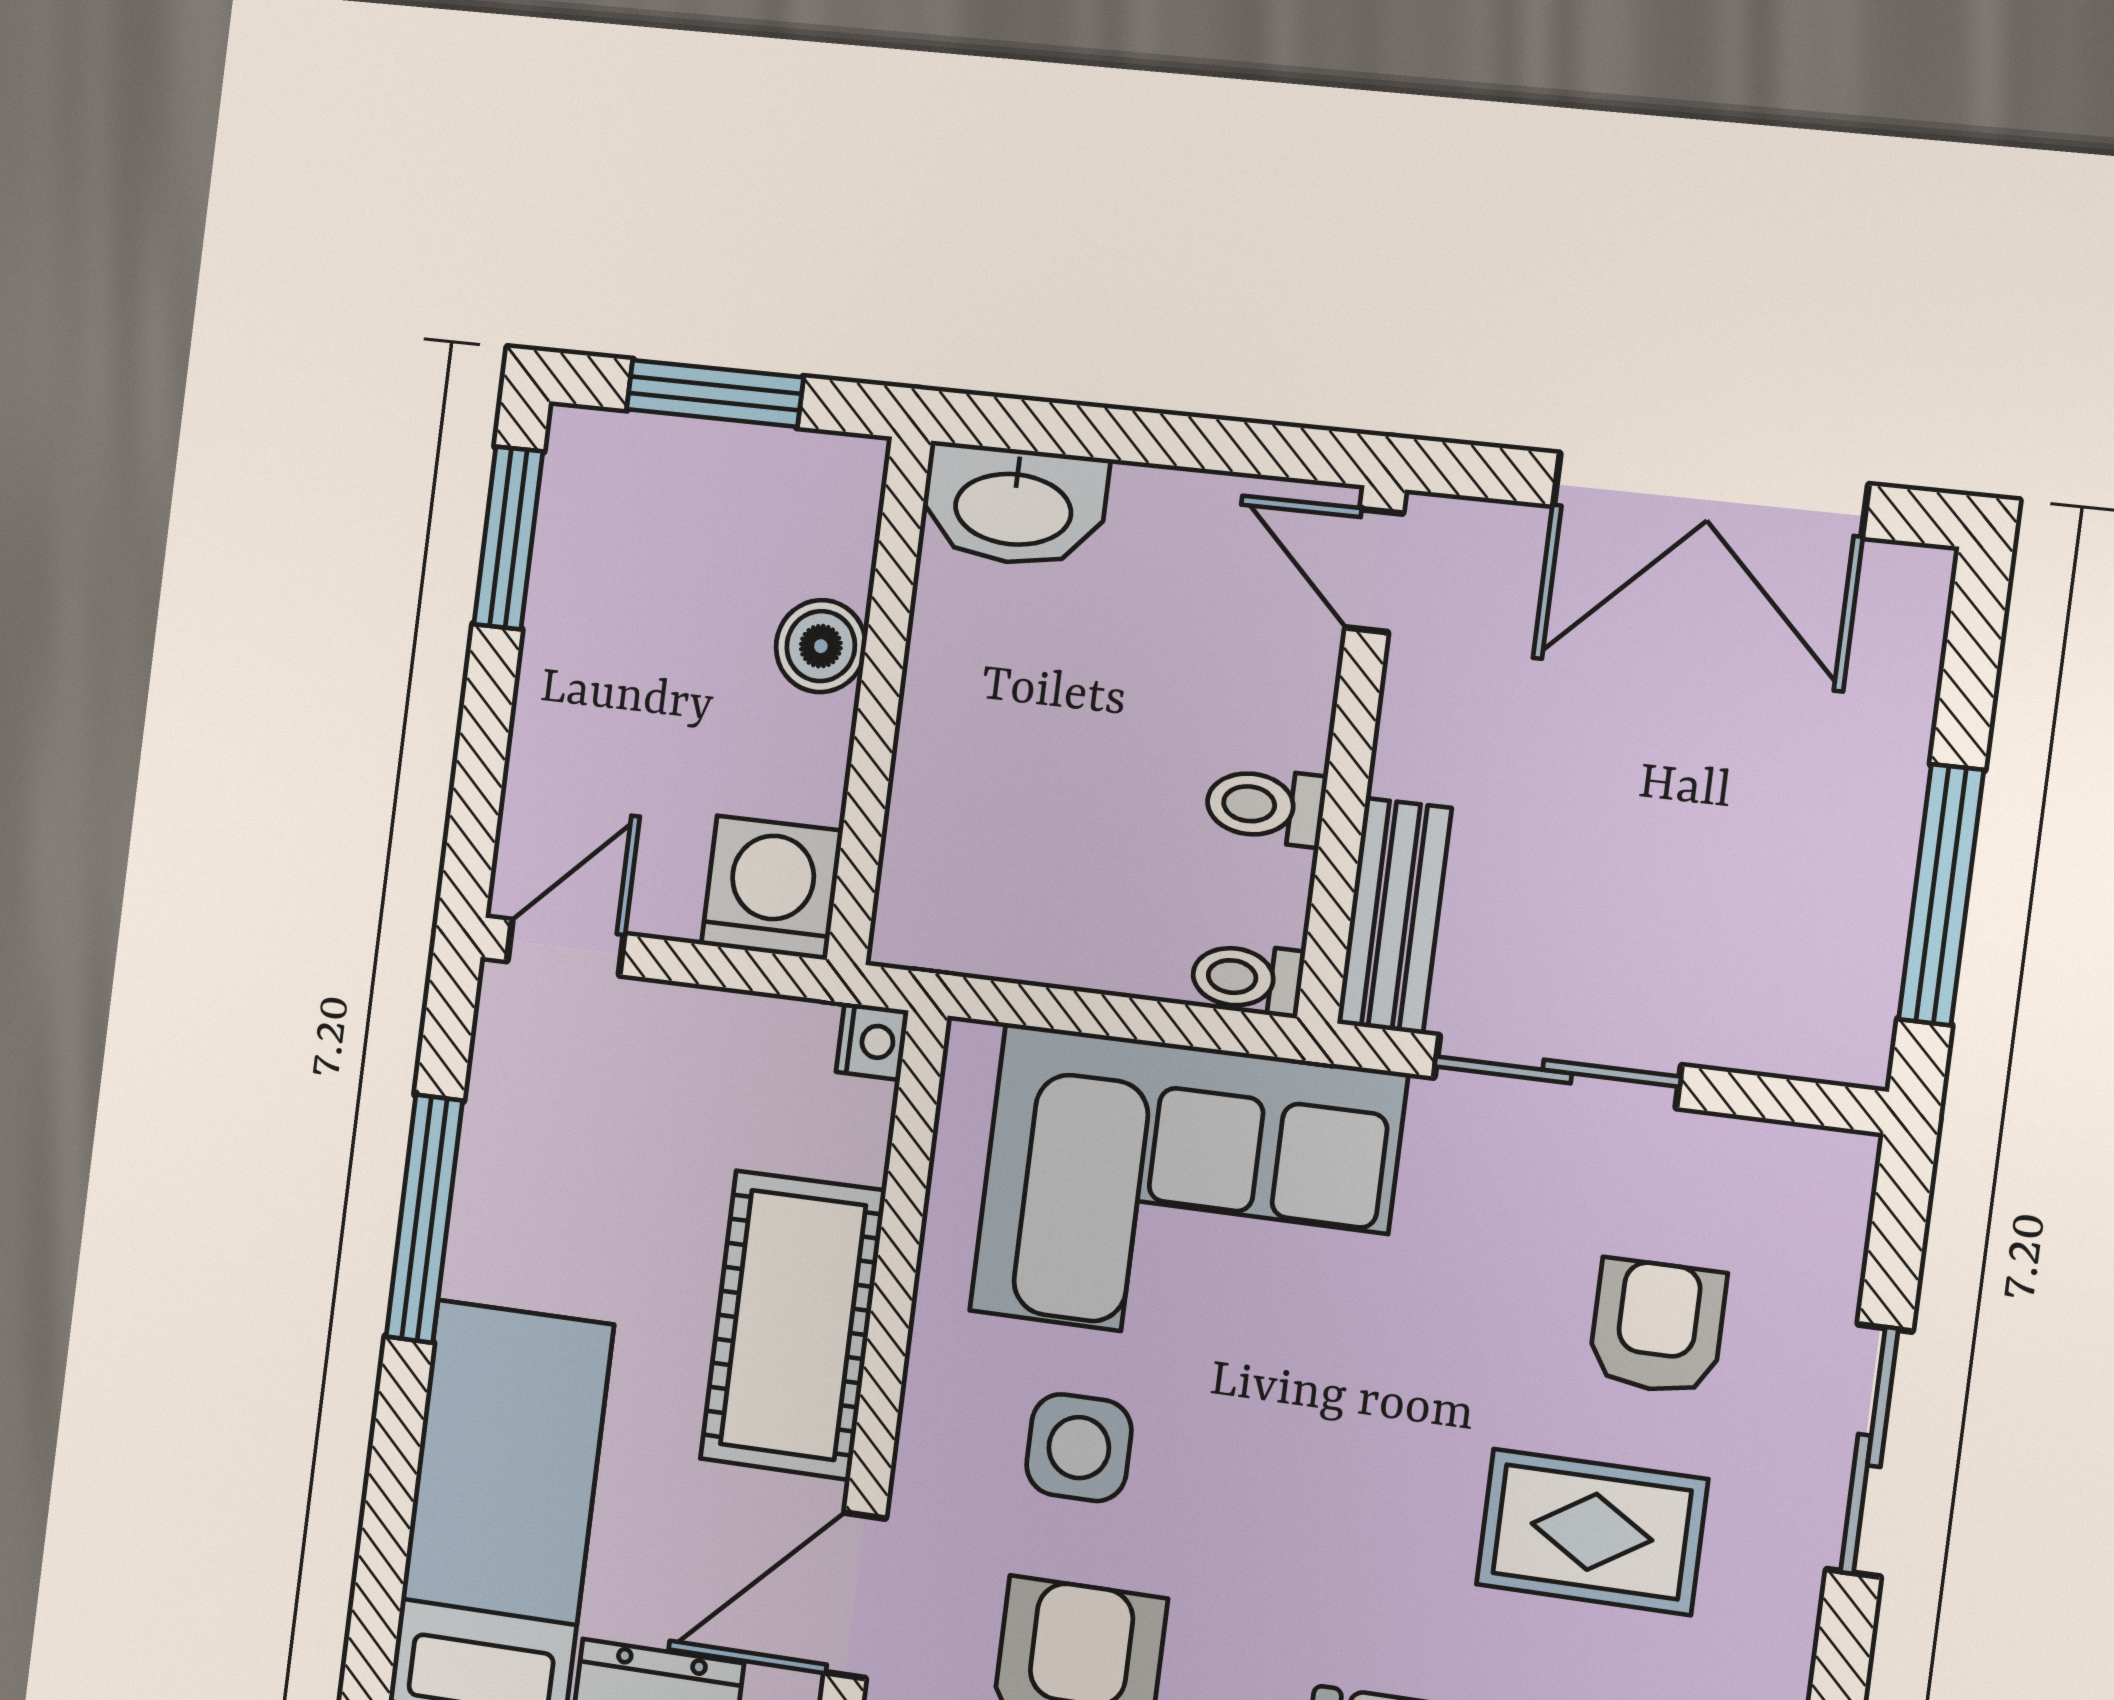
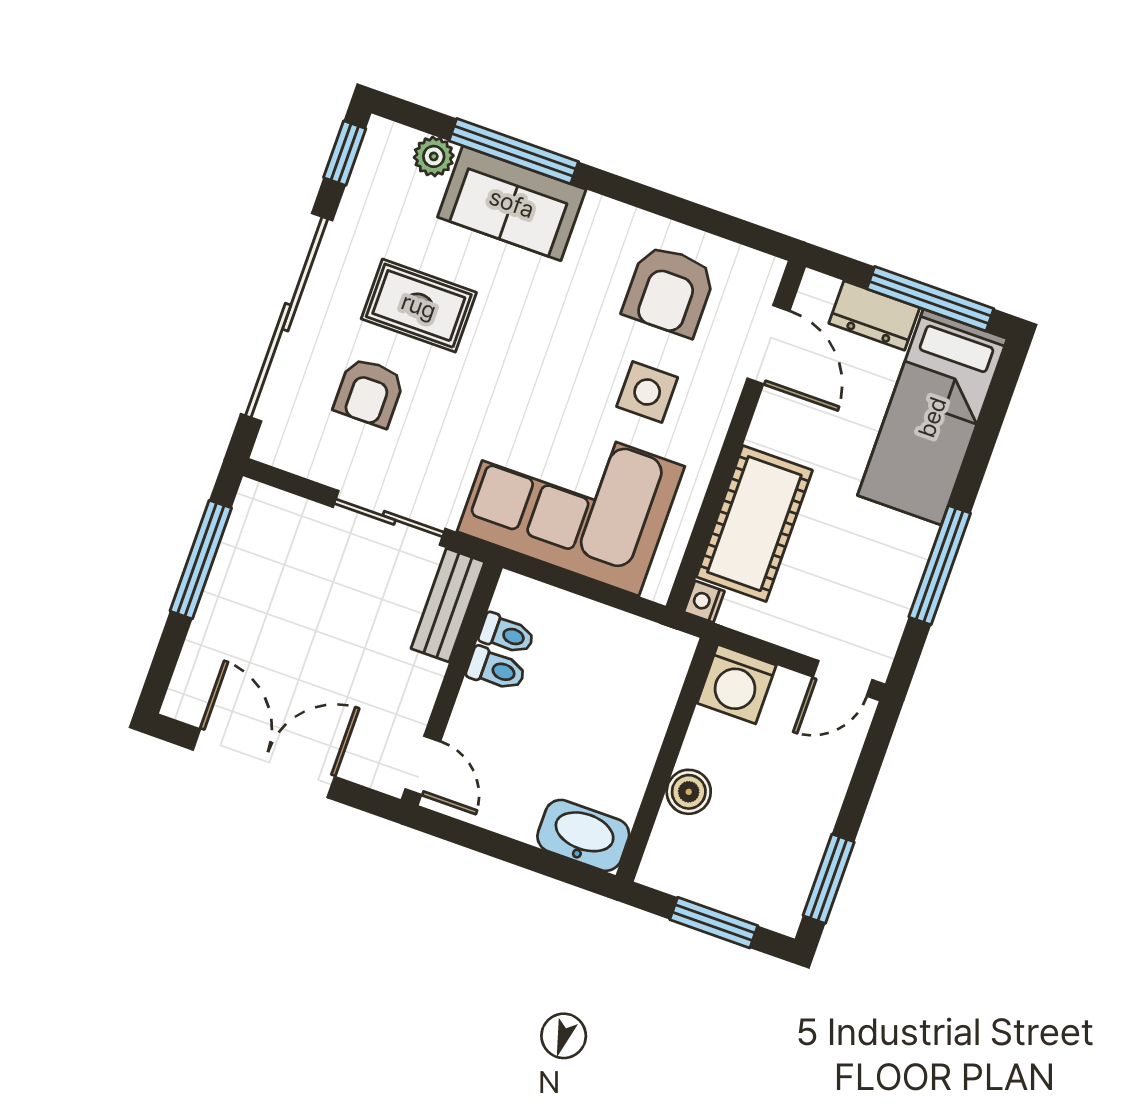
toilet: (1247, 978) -> (507, 634), moved
cot: (793, 1325) -> (754, 524), moved
sliding door: (1869, 1450) -> (287, 317), width x1.86
door: (855, 1595) -> (768, 345), hinge flipped

